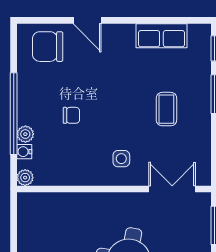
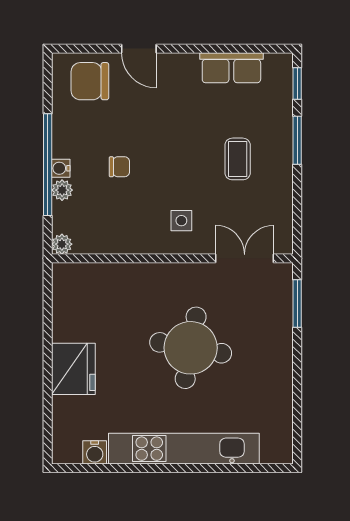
water cooler: (24, 152) -> (61, 168), moved

